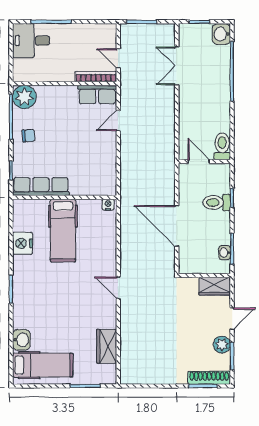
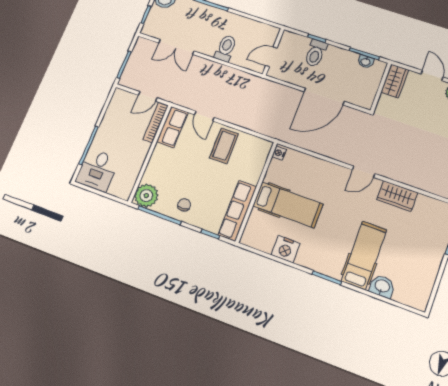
toilet: (222, 146) -> (226, 48), moved, turned 90
coffee table: (97, 151) -> (224, 146), added
wardrobe: (107, 346) -> (397, 196), moved
hospital bed: (43, 365) -> (364, 255), moved

